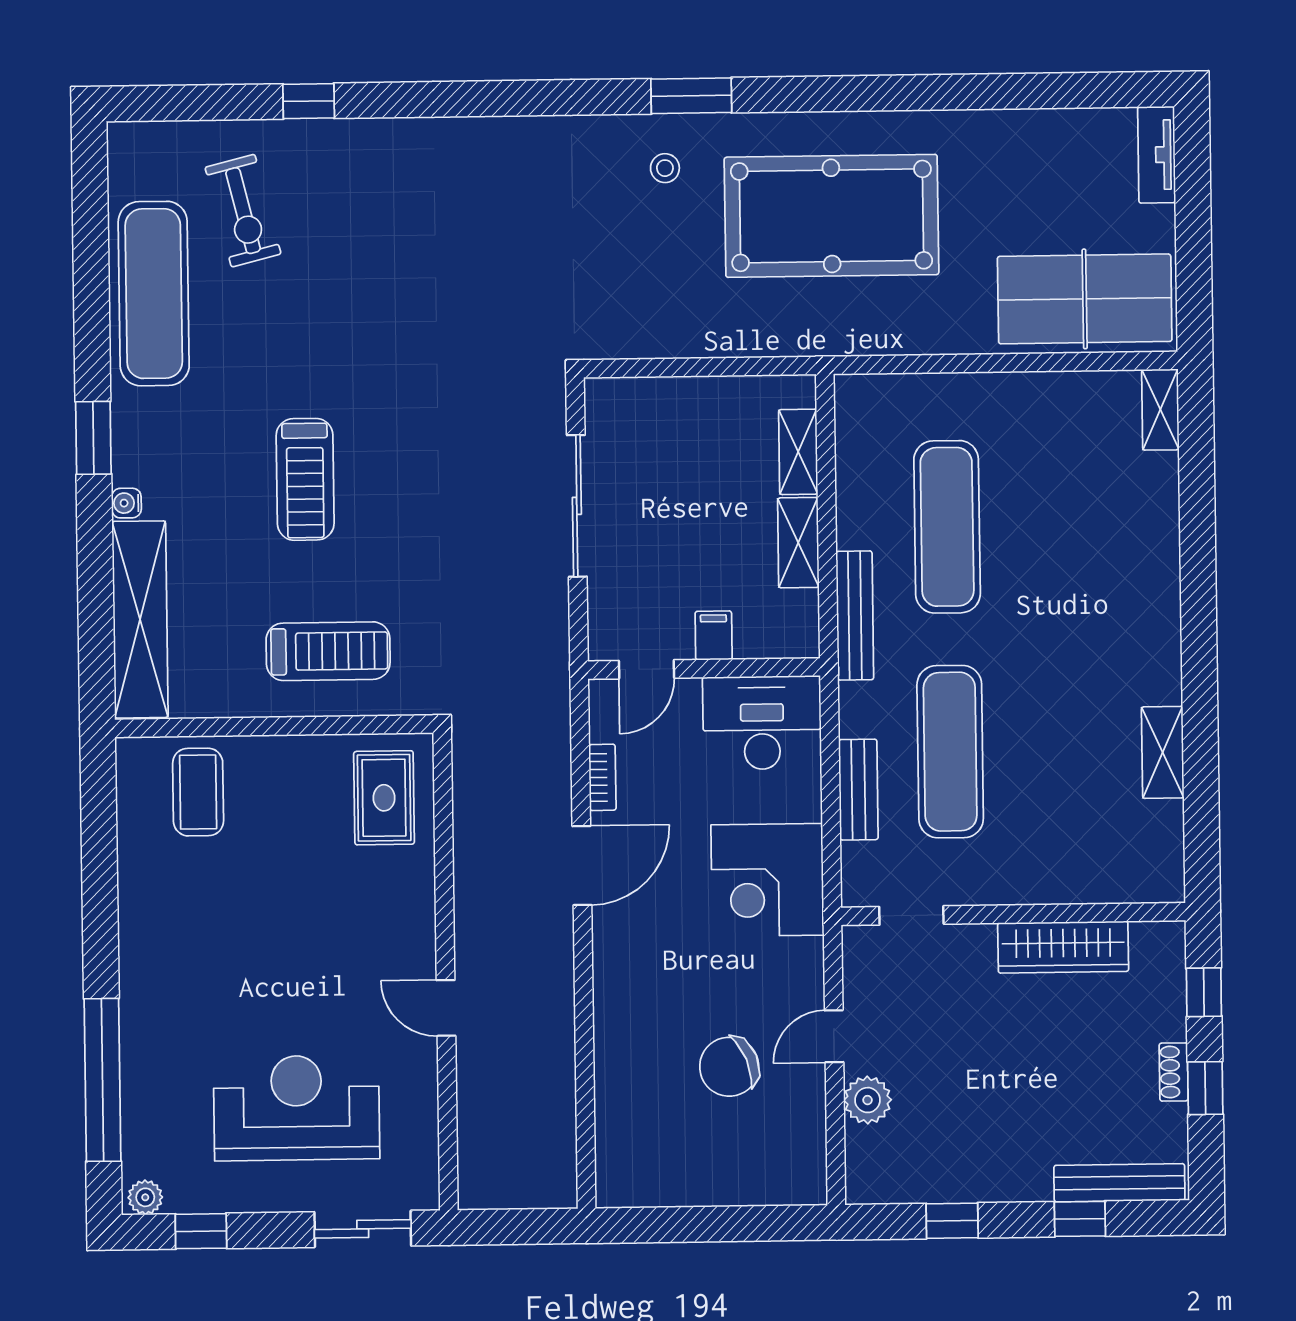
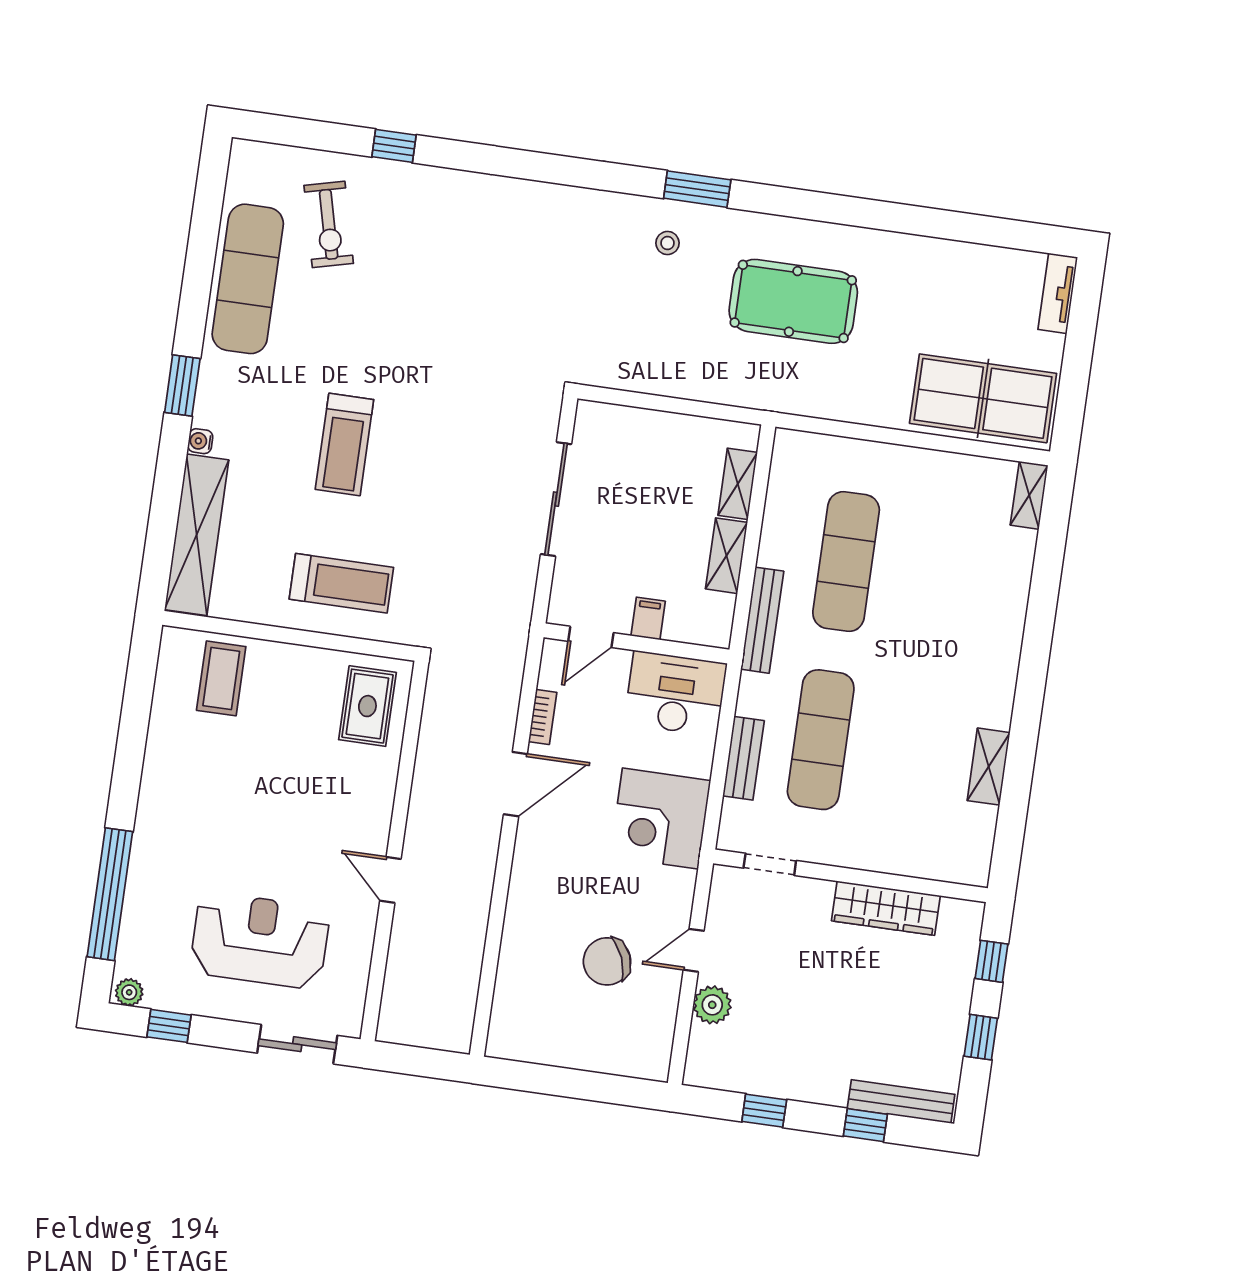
pool table: (832, 216) -> (793, 301), width x0.73, depth x0.76
shoe rack: (1174, 1072) -> (958, 1021), removed

